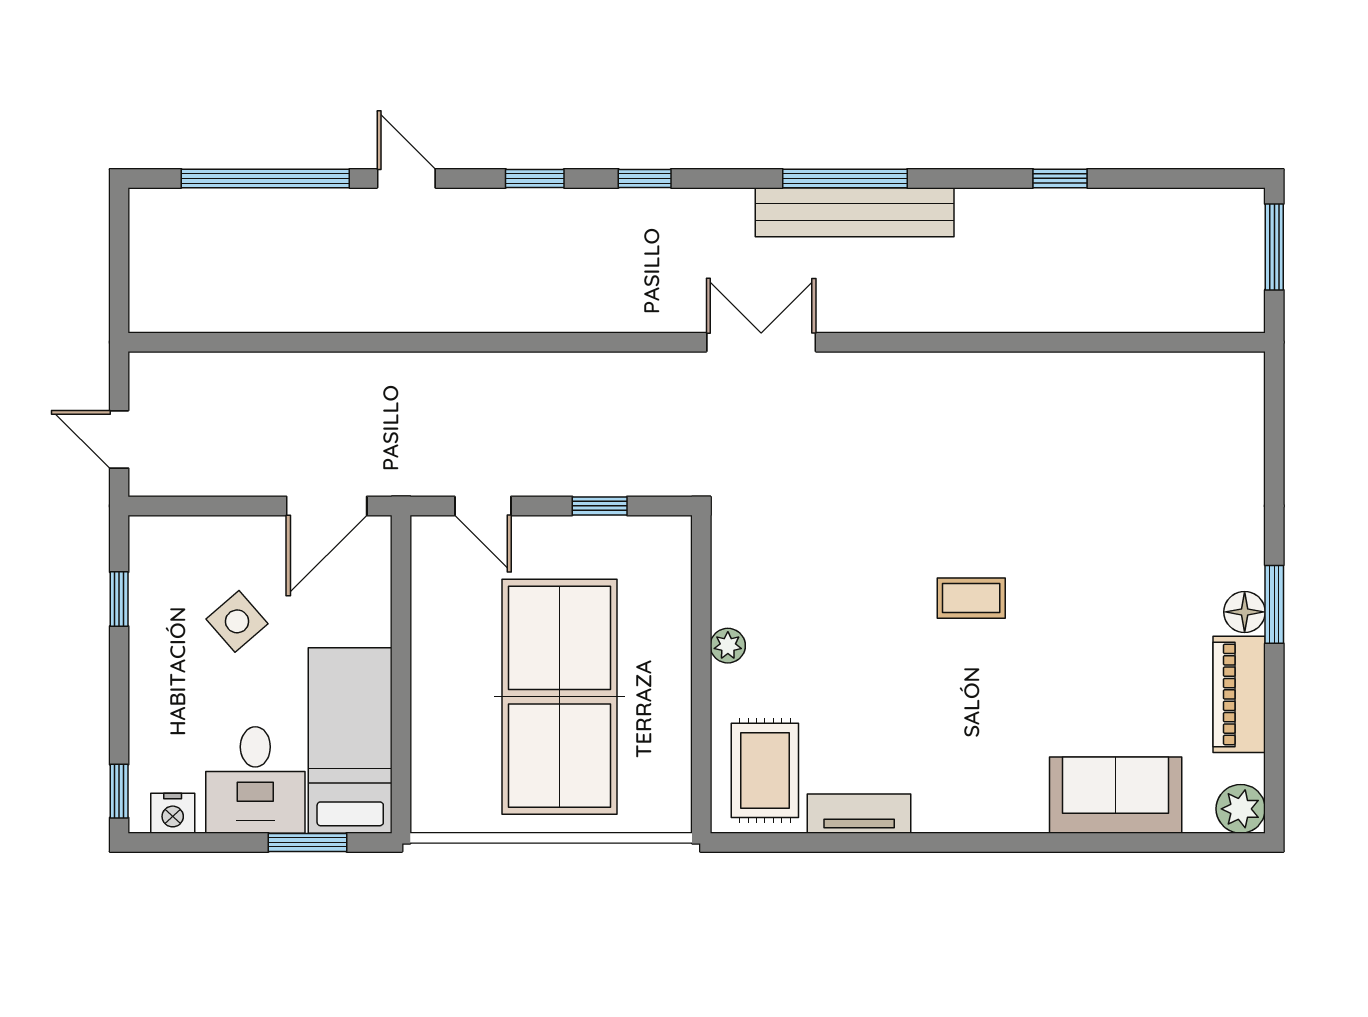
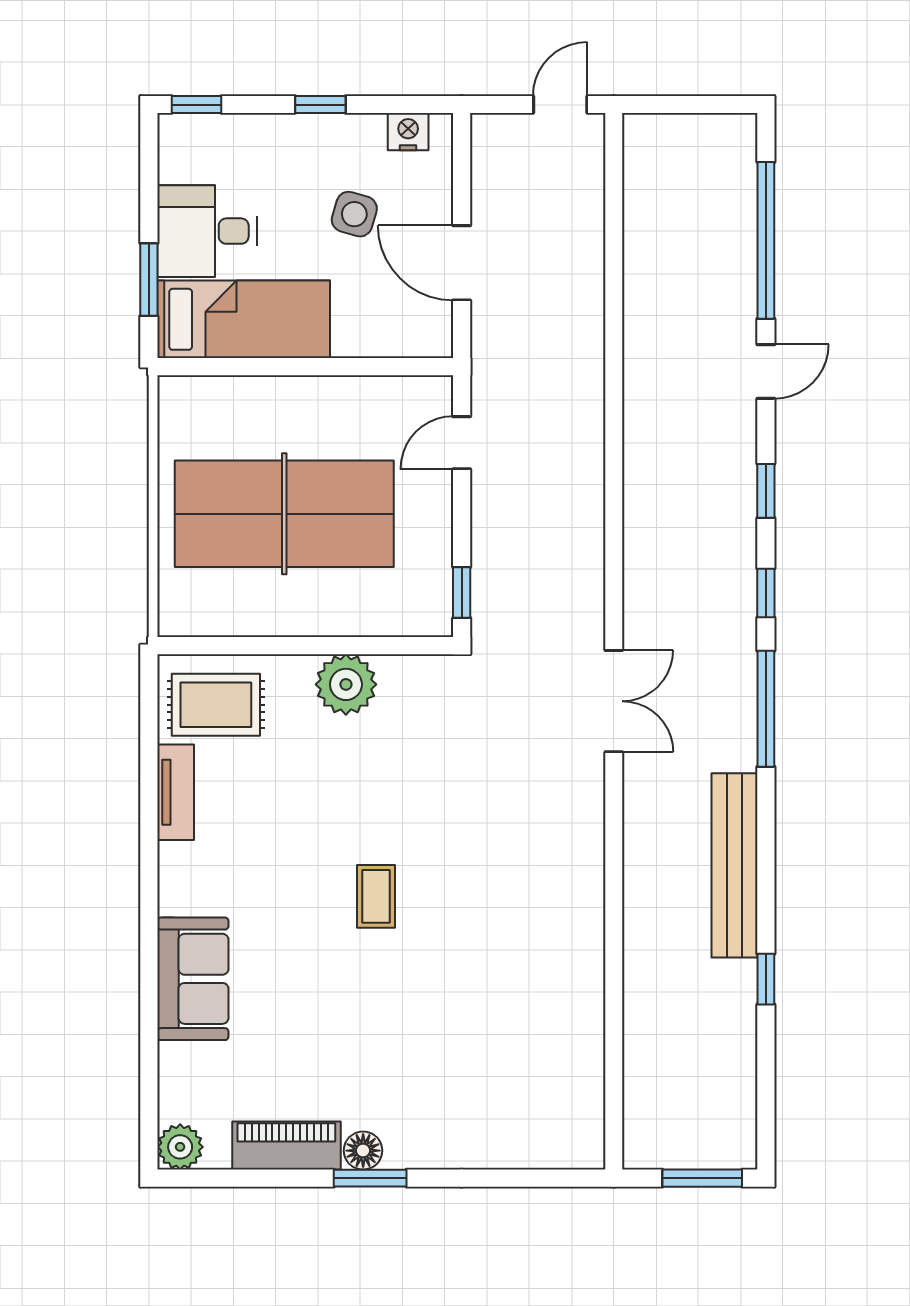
window: (845, 178) -> (766, 709), moved
bench: (855, 212) -> (735, 865), moved
door: (119, 439) -> (560, 105), moved
door: (327, 506) -> (462, 263), moved
window: (600, 506) -> (462, 593), moved
window: (119, 599) -> (320, 105), moved
side table: (237, 621) -> (354, 214), turned -33
plant: (728, 646) -> (346, 684), width x1.88, depth x1.88
sofa: (1116, 795) -> (193, 979), moved
nightstand: (173, 813) -> (408, 132), moved, turned 90

